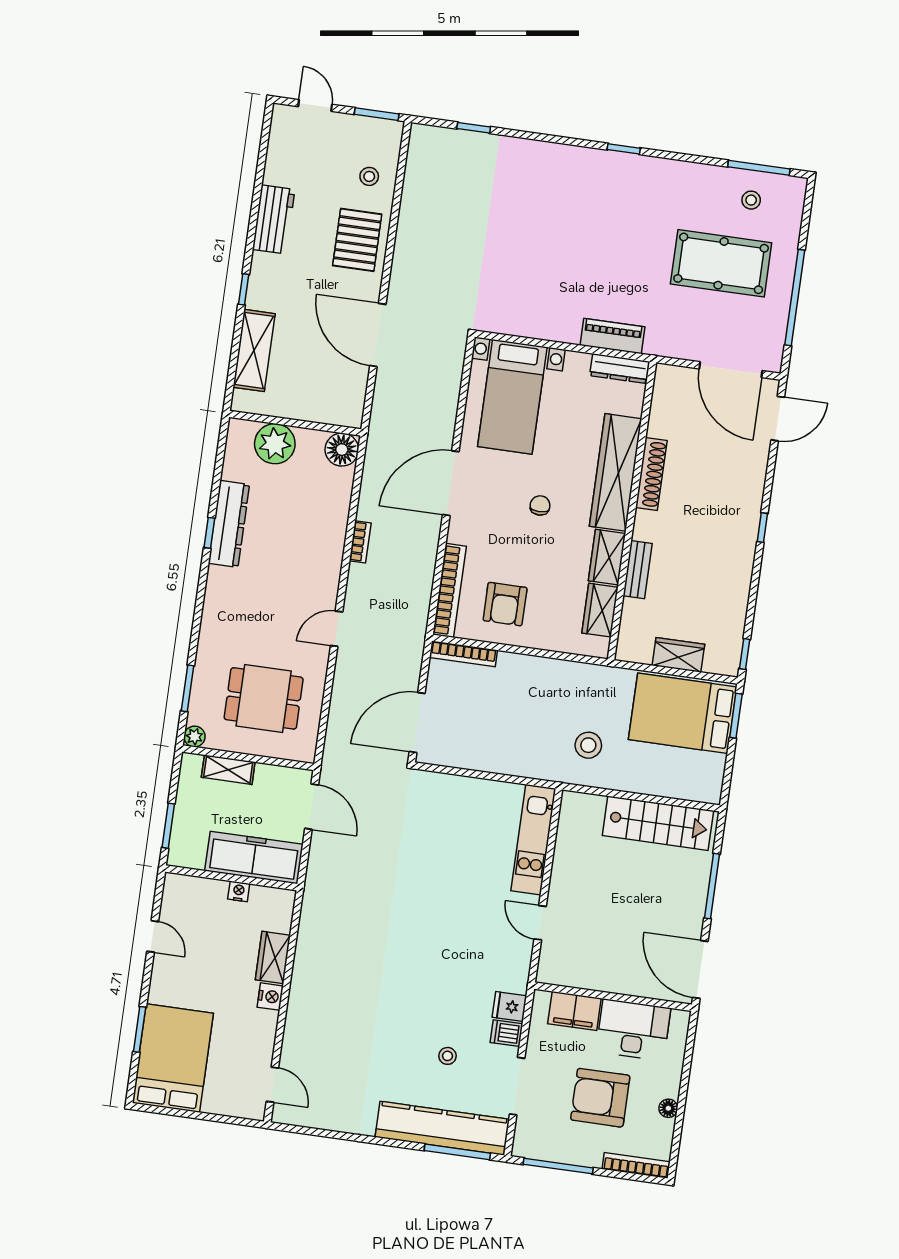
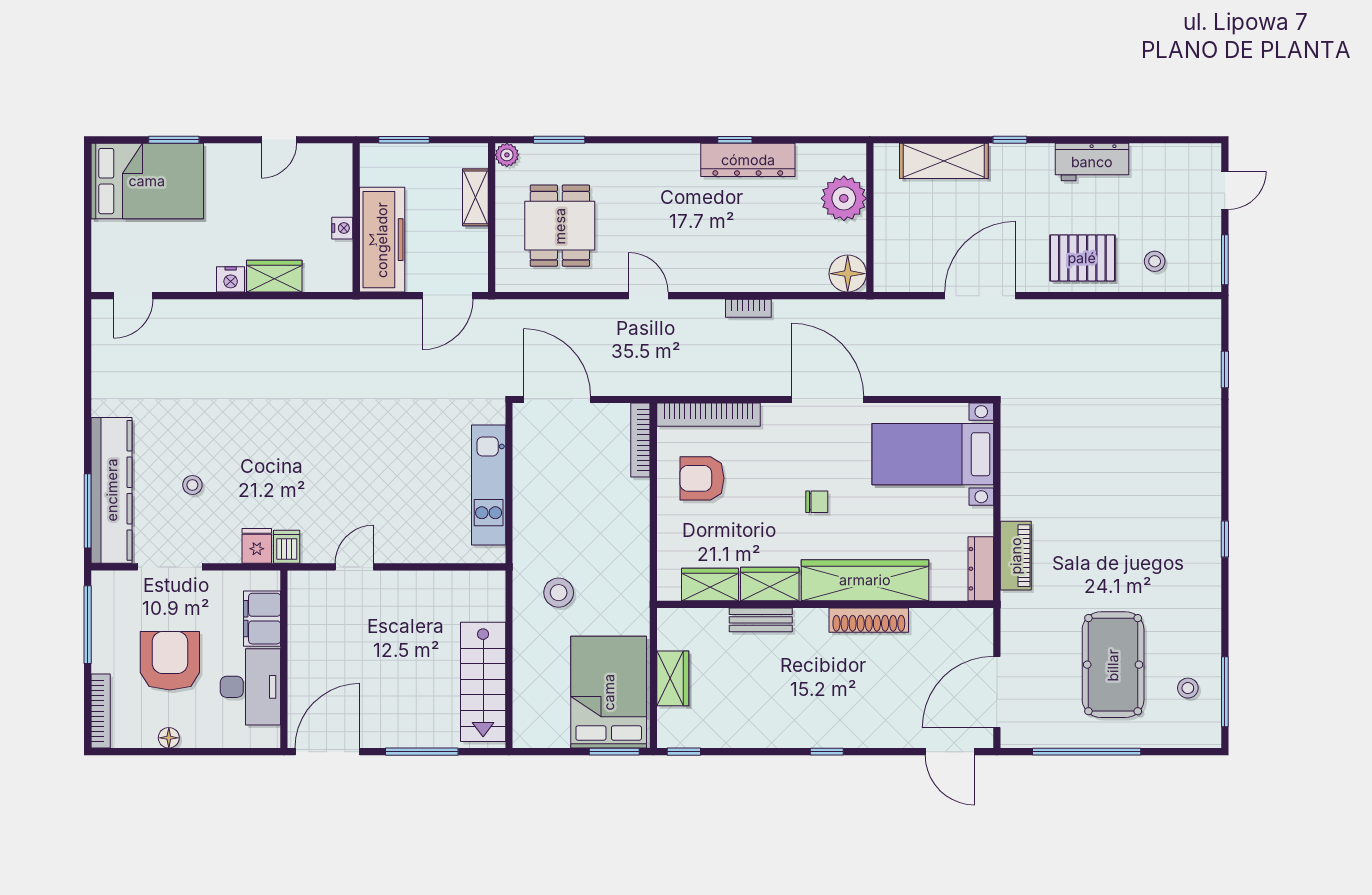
kitchen unit: (533, 840) -> (489, 485), moved, turned -90
dishwasher: (506, 1033) -> (287, 547), moved

